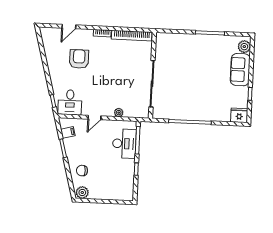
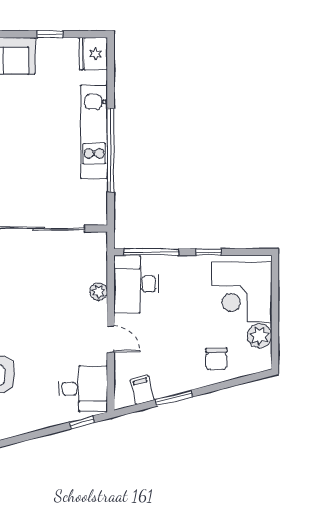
kitchen unit: (200, 114) -> (94, 132), added
desk: (124, 144) -> (136, 284), moved, turned -90
corner desk: (115, 185) -> (242, 292), added
plant: (82, 192) -> (260, 336), moved

